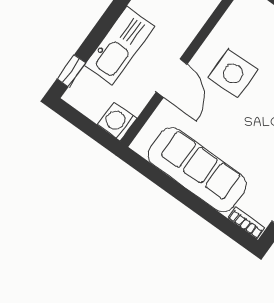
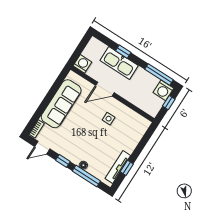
window: (71, 71) -> (123, 52), moved
side table: (233, 73) -> (109, 119), width x0.54, depth x0.54

